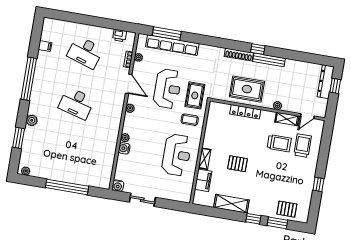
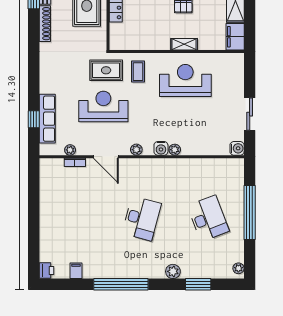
window: (167, 33) -> (34, 119), width x0.46
printer: (120, 35) -> (46, 271), moved
row of seats: (172, 45) -> (47, 119), width x0.73
desk: (85, 52) -> (208, 218), moved, turned -39
door: (129, 84) -> (106, 157), swing flipped
water cooler: (124, 148) -> (161, 148), moved
filing cabinet: (203, 180) -> (235, 37), moved, turned -90

